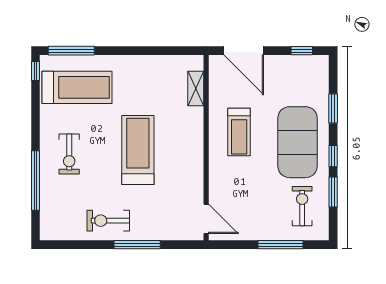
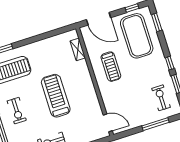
window: (333, 109) -> (157, 22), moved
exercise mat: (298, 142) -> (137, 36), moved

